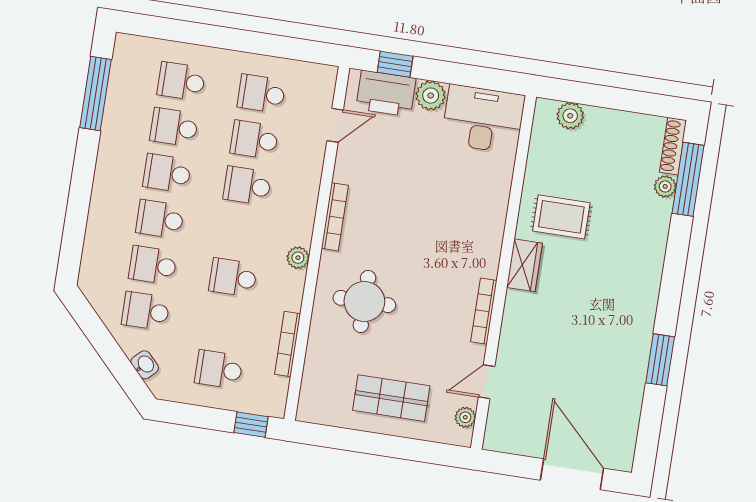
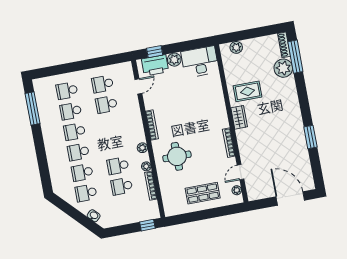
school desk: (247, 186) -> (110, 125), removed
plant: (665, 186) -> (283, 68), width x1.87, depth x1.87
plant: (292, 300) -> (146, 166), added
school desk: (219, 369) -> (122, 186), moved

